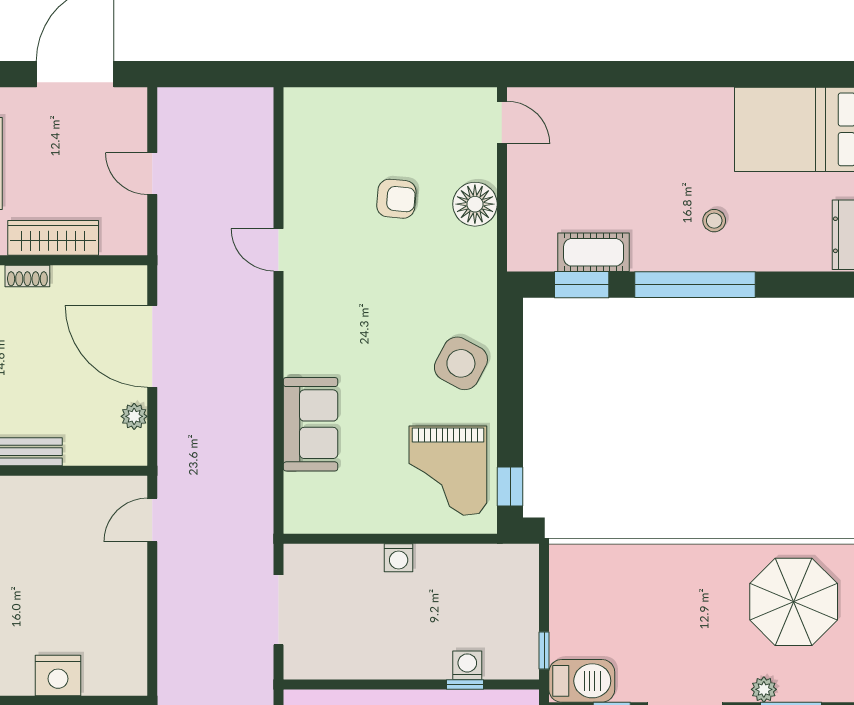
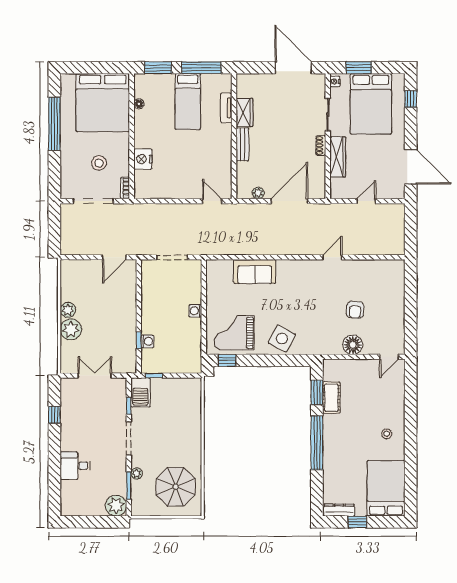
stool: (714, 221) -> (387, 434), moved

